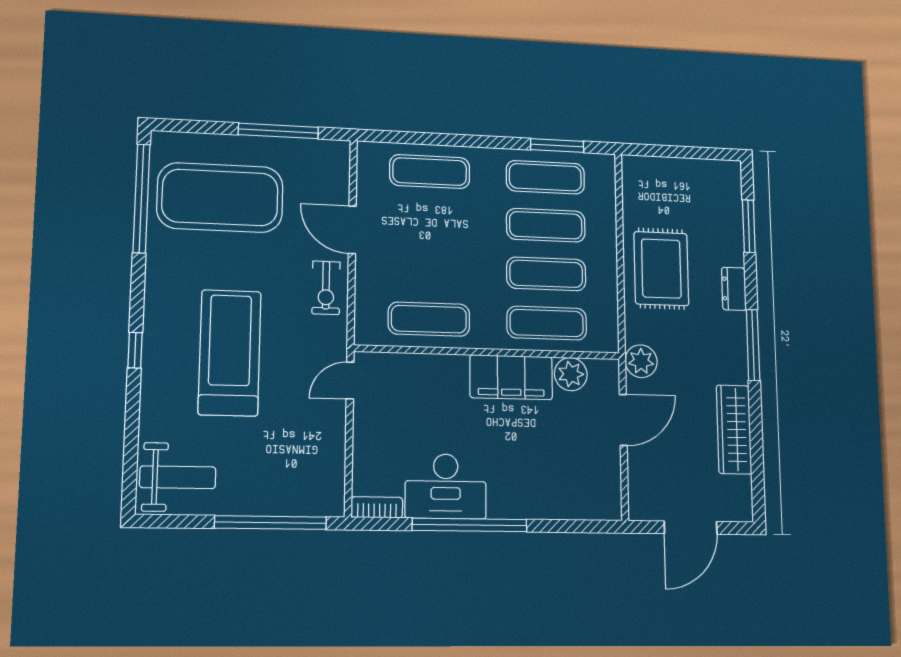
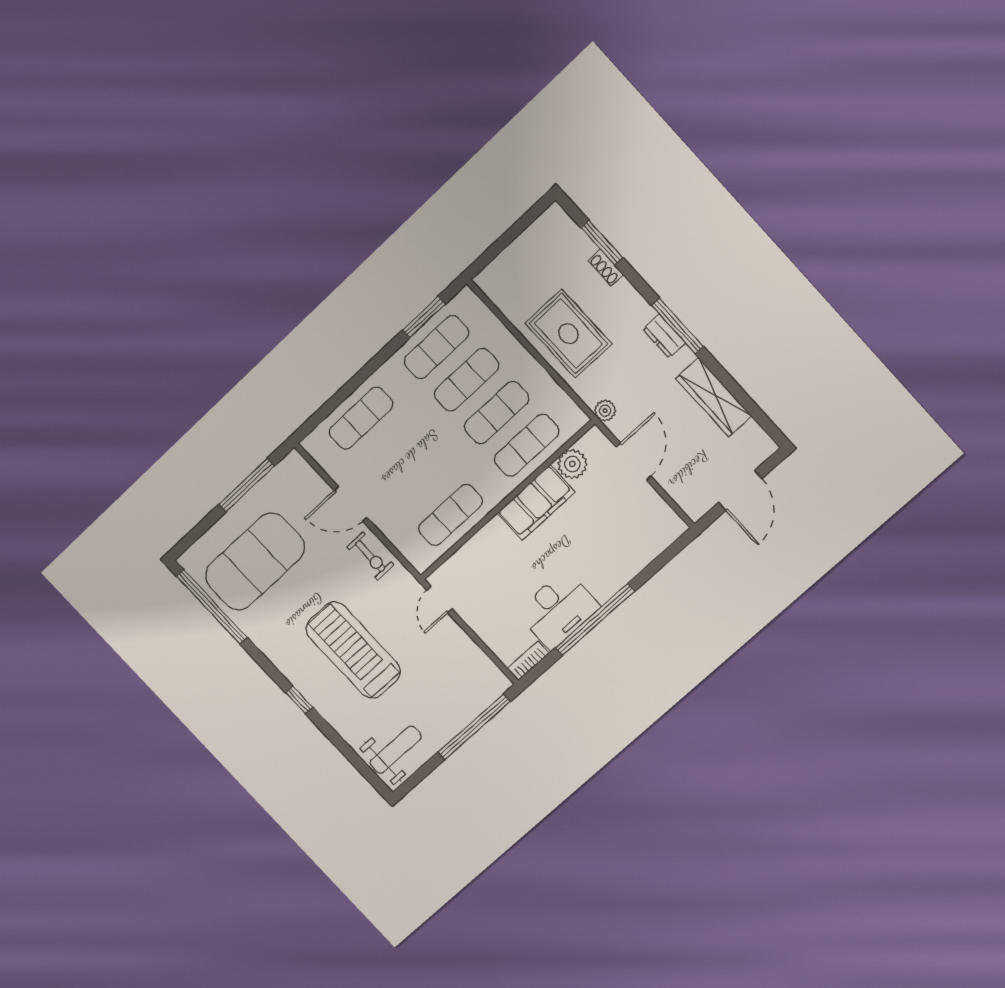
shoe rack: (735, 247) -> (606, 268), added
dresser: (734, 289) -> (664, 336), moved
plant: (641, 361) -> (605, 411), width x0.73, depth x0.73

